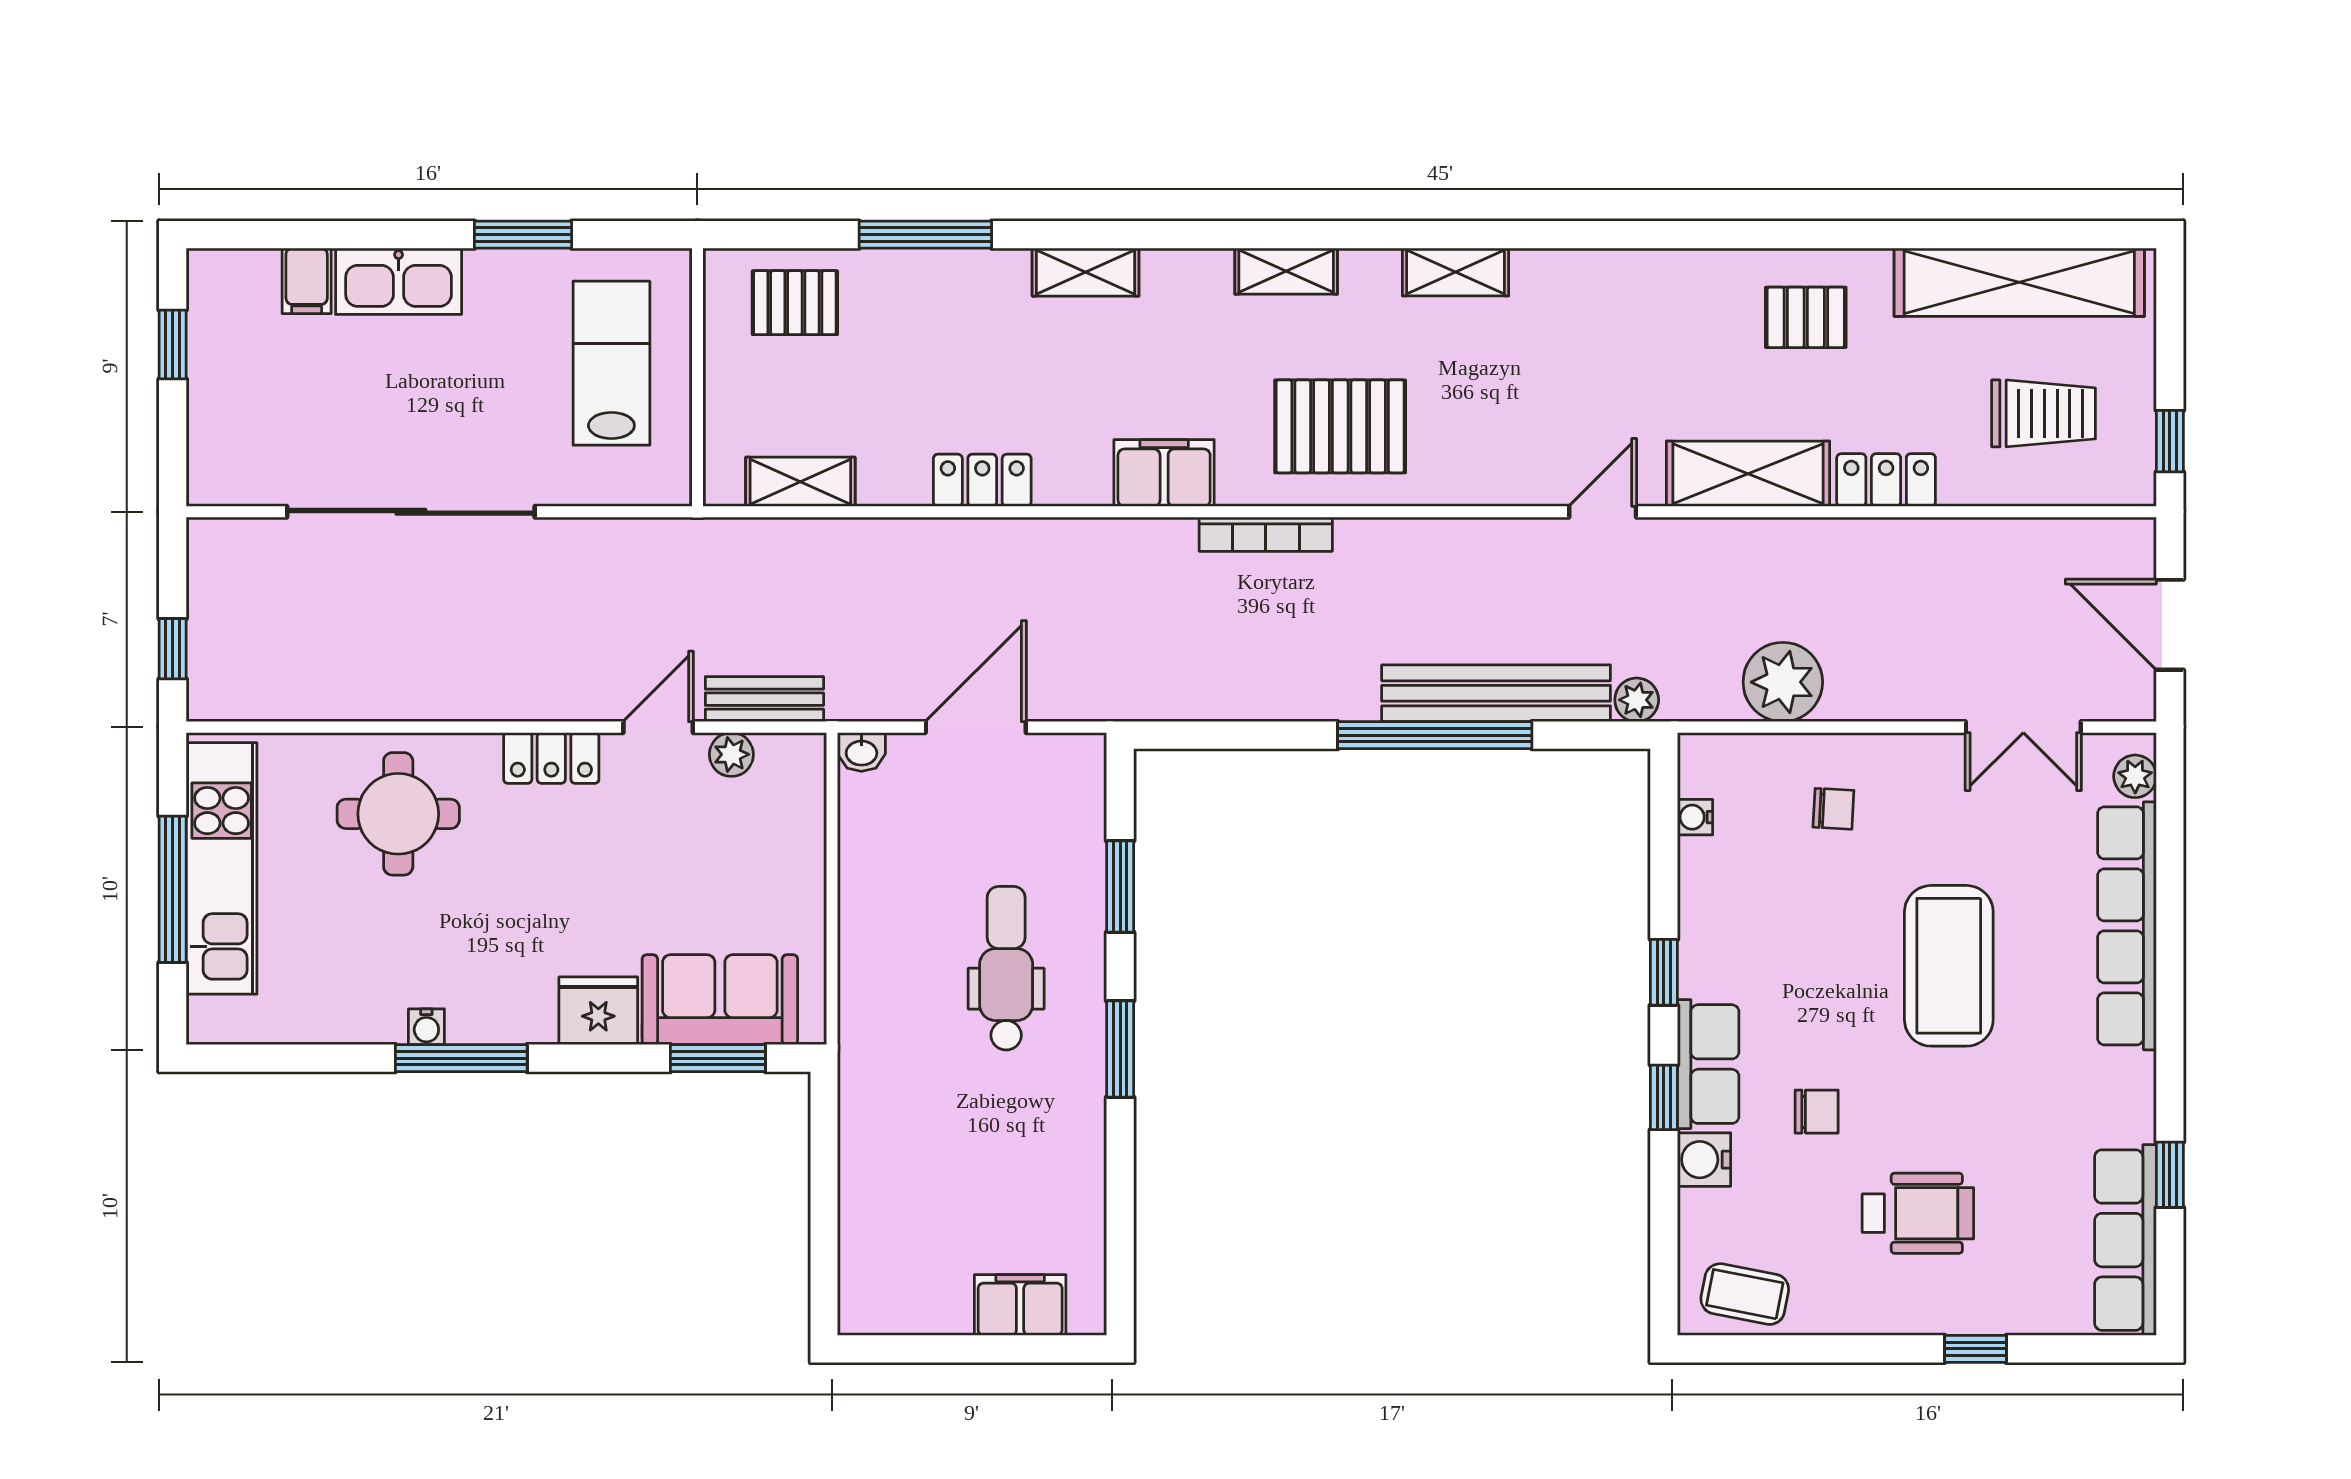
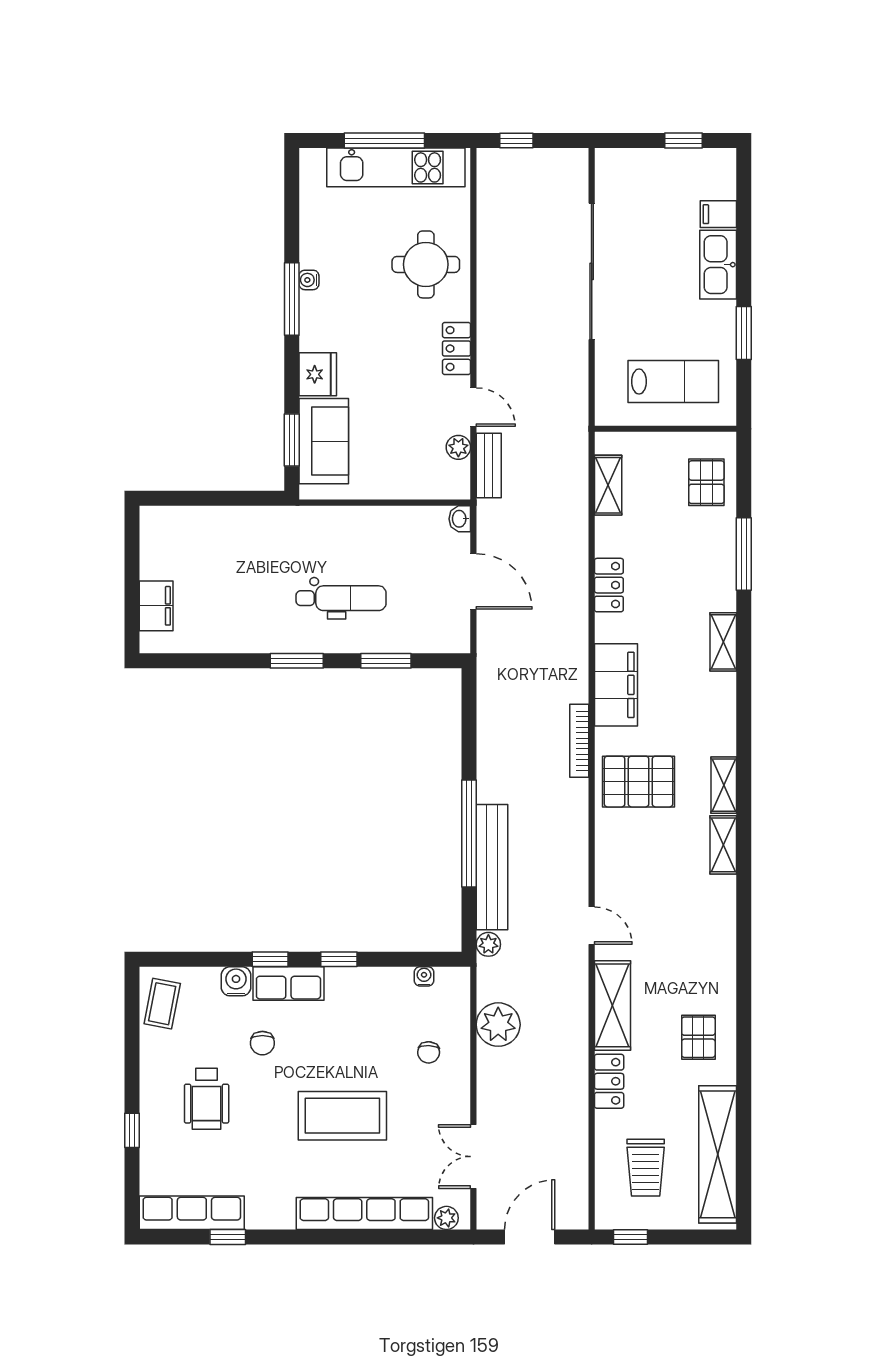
shelving: (1286, 271) -> (724, 785), moved
pallet: (1340, 426) -> (639, 782), turned 90
filing cabinet: (1164, 473) -> (616, 685), width x1.50, depth x1.17

